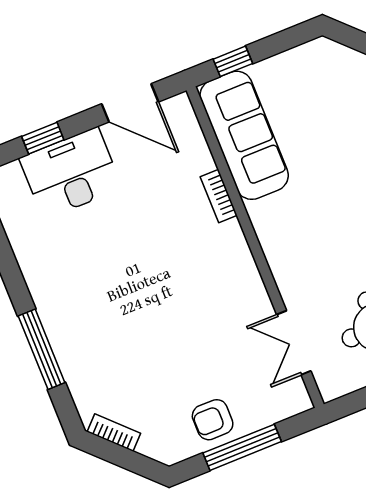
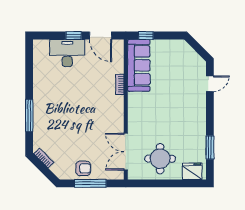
window: (43, 138) -> (74, 36), moved
double door: (294, 343) -> (126, 152), width x1.37
armchair: (213, 420) -> (83, 168), turned 180

